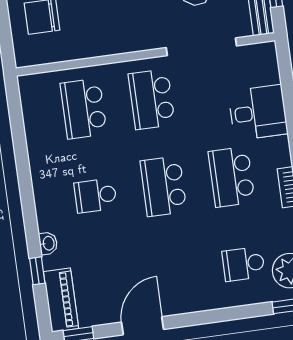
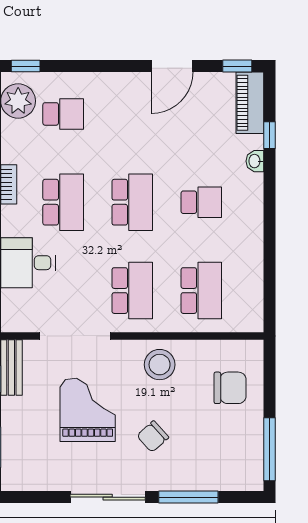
stool: (115, 30) -> (160, 365), added

